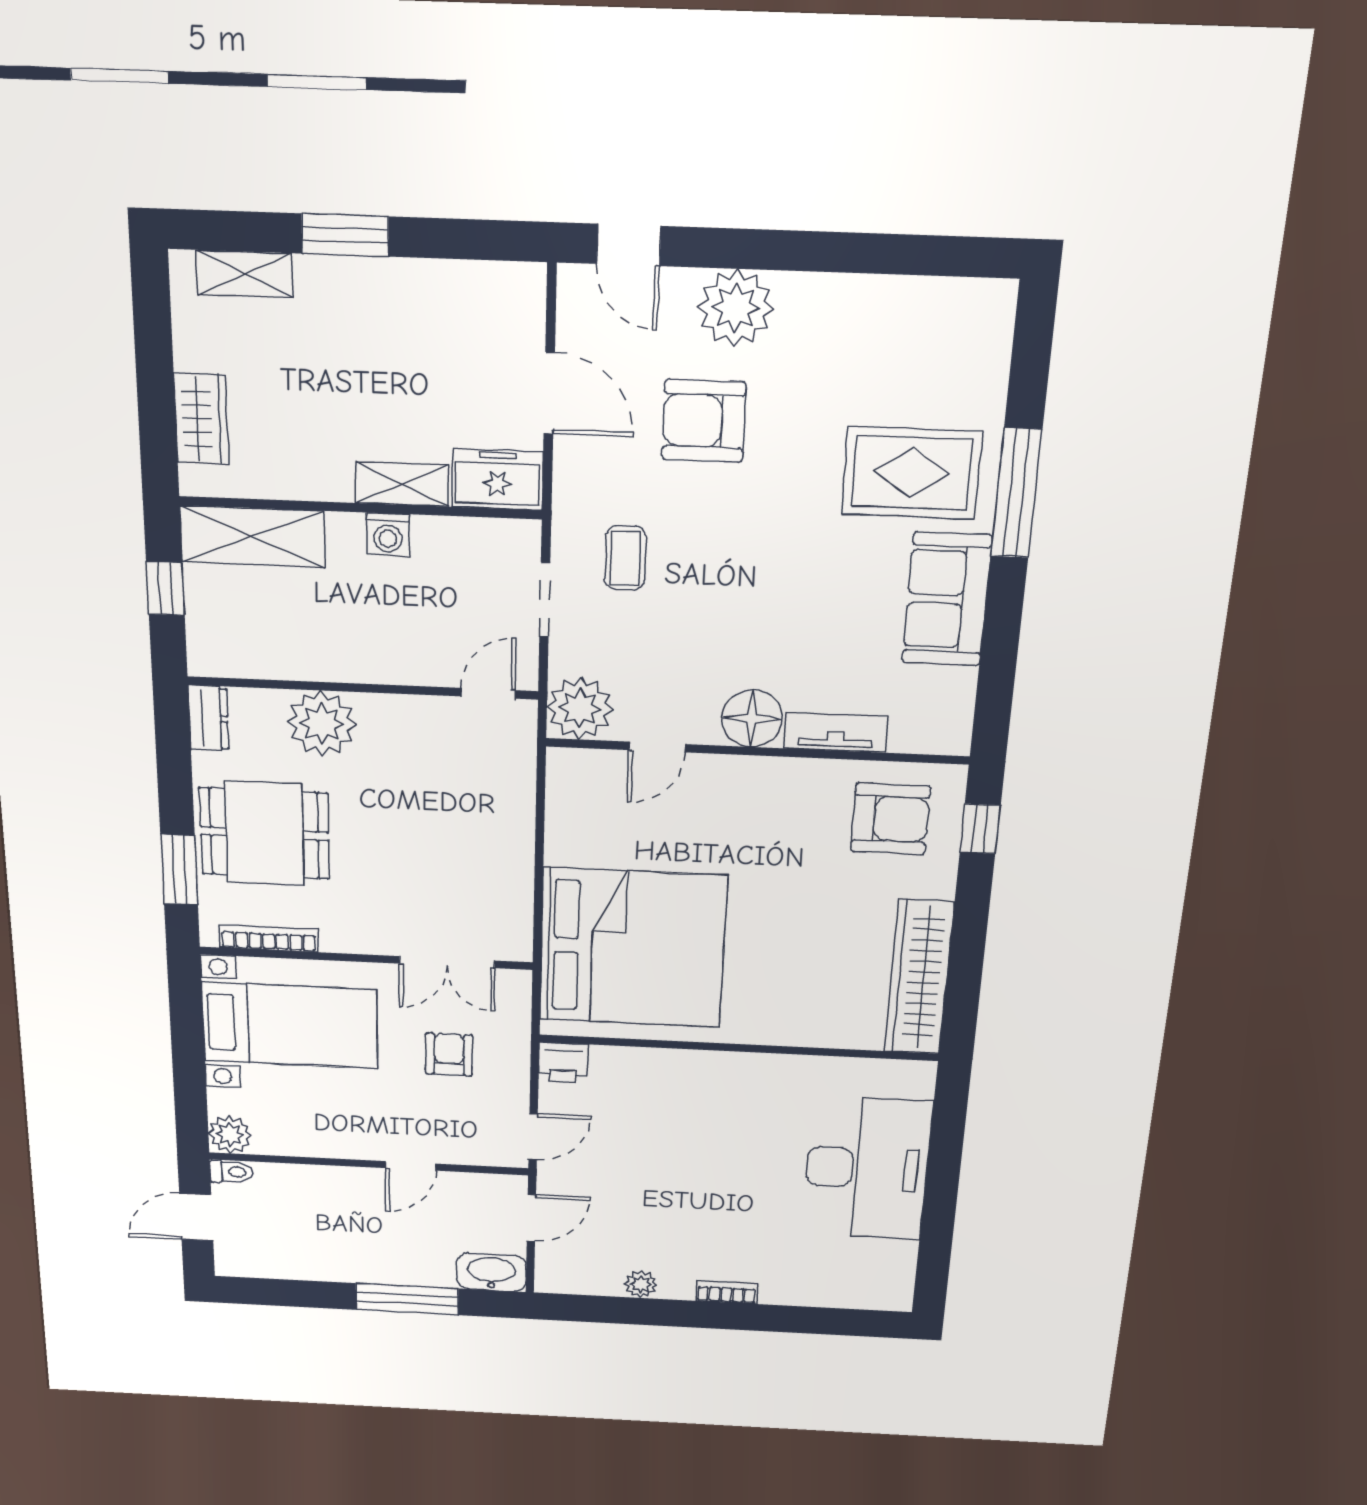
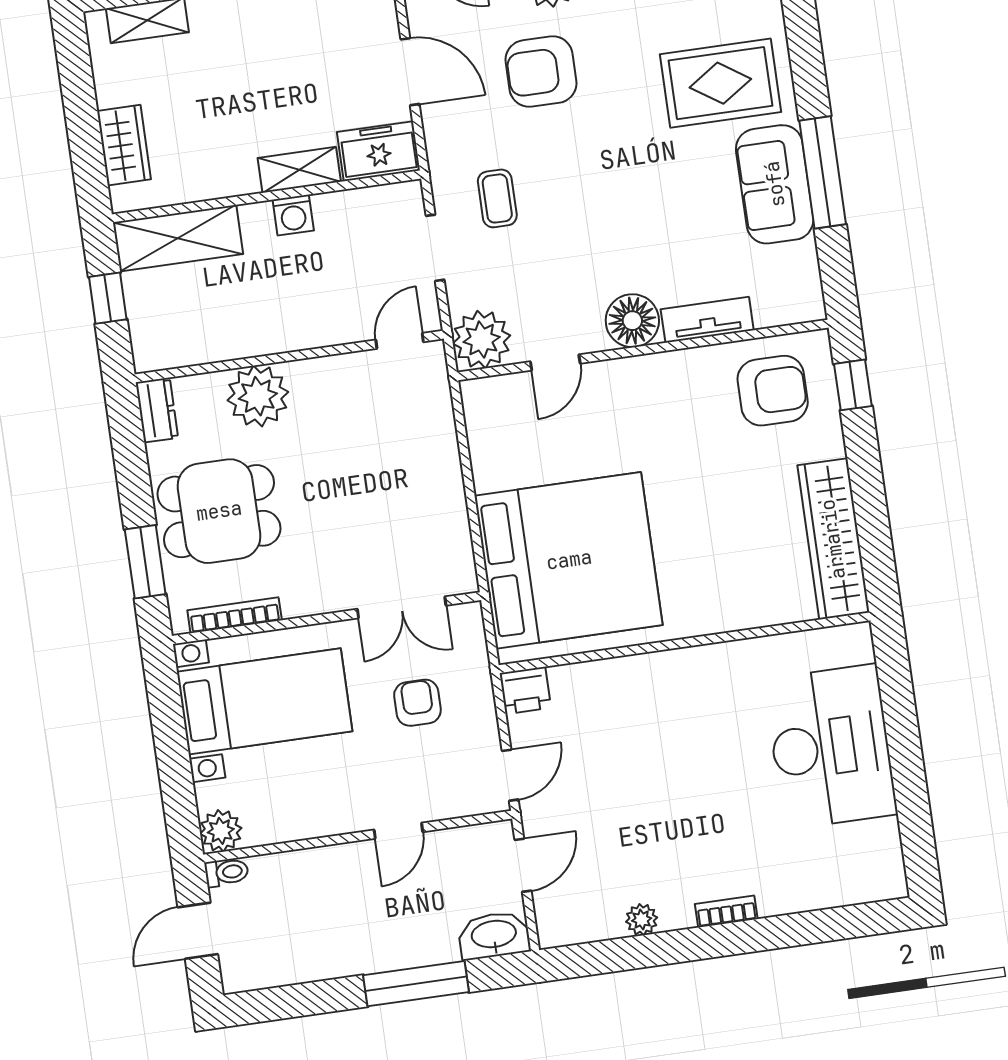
window: (1016, 493) -> (823, 172), moved

